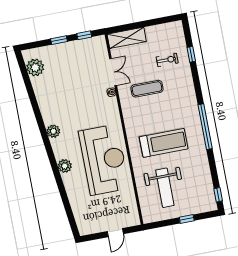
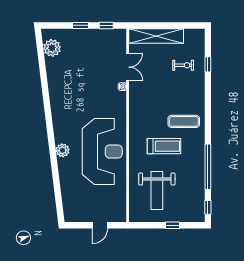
shelving: (127, 38) -> (156, 36), width x1.47
exercise mat: (147, 89) -> (184, 121), moved
window: (205, 127) -> (208, 167), moved
plant: (53, 131) -> (58, 114), removed
treadmill: (164, 143) -> (164, 146), width x0.73, depth x0.73

